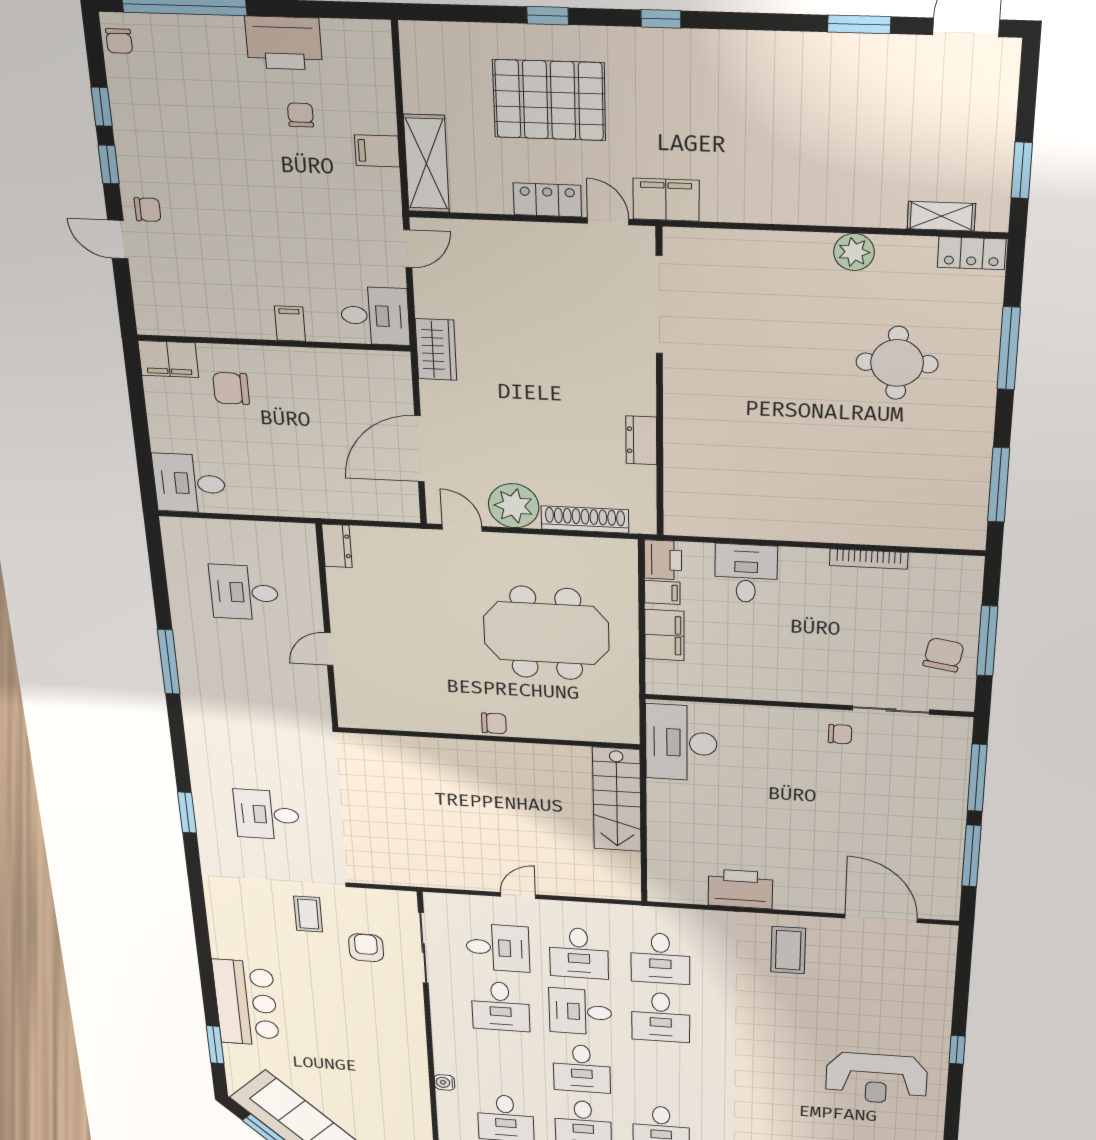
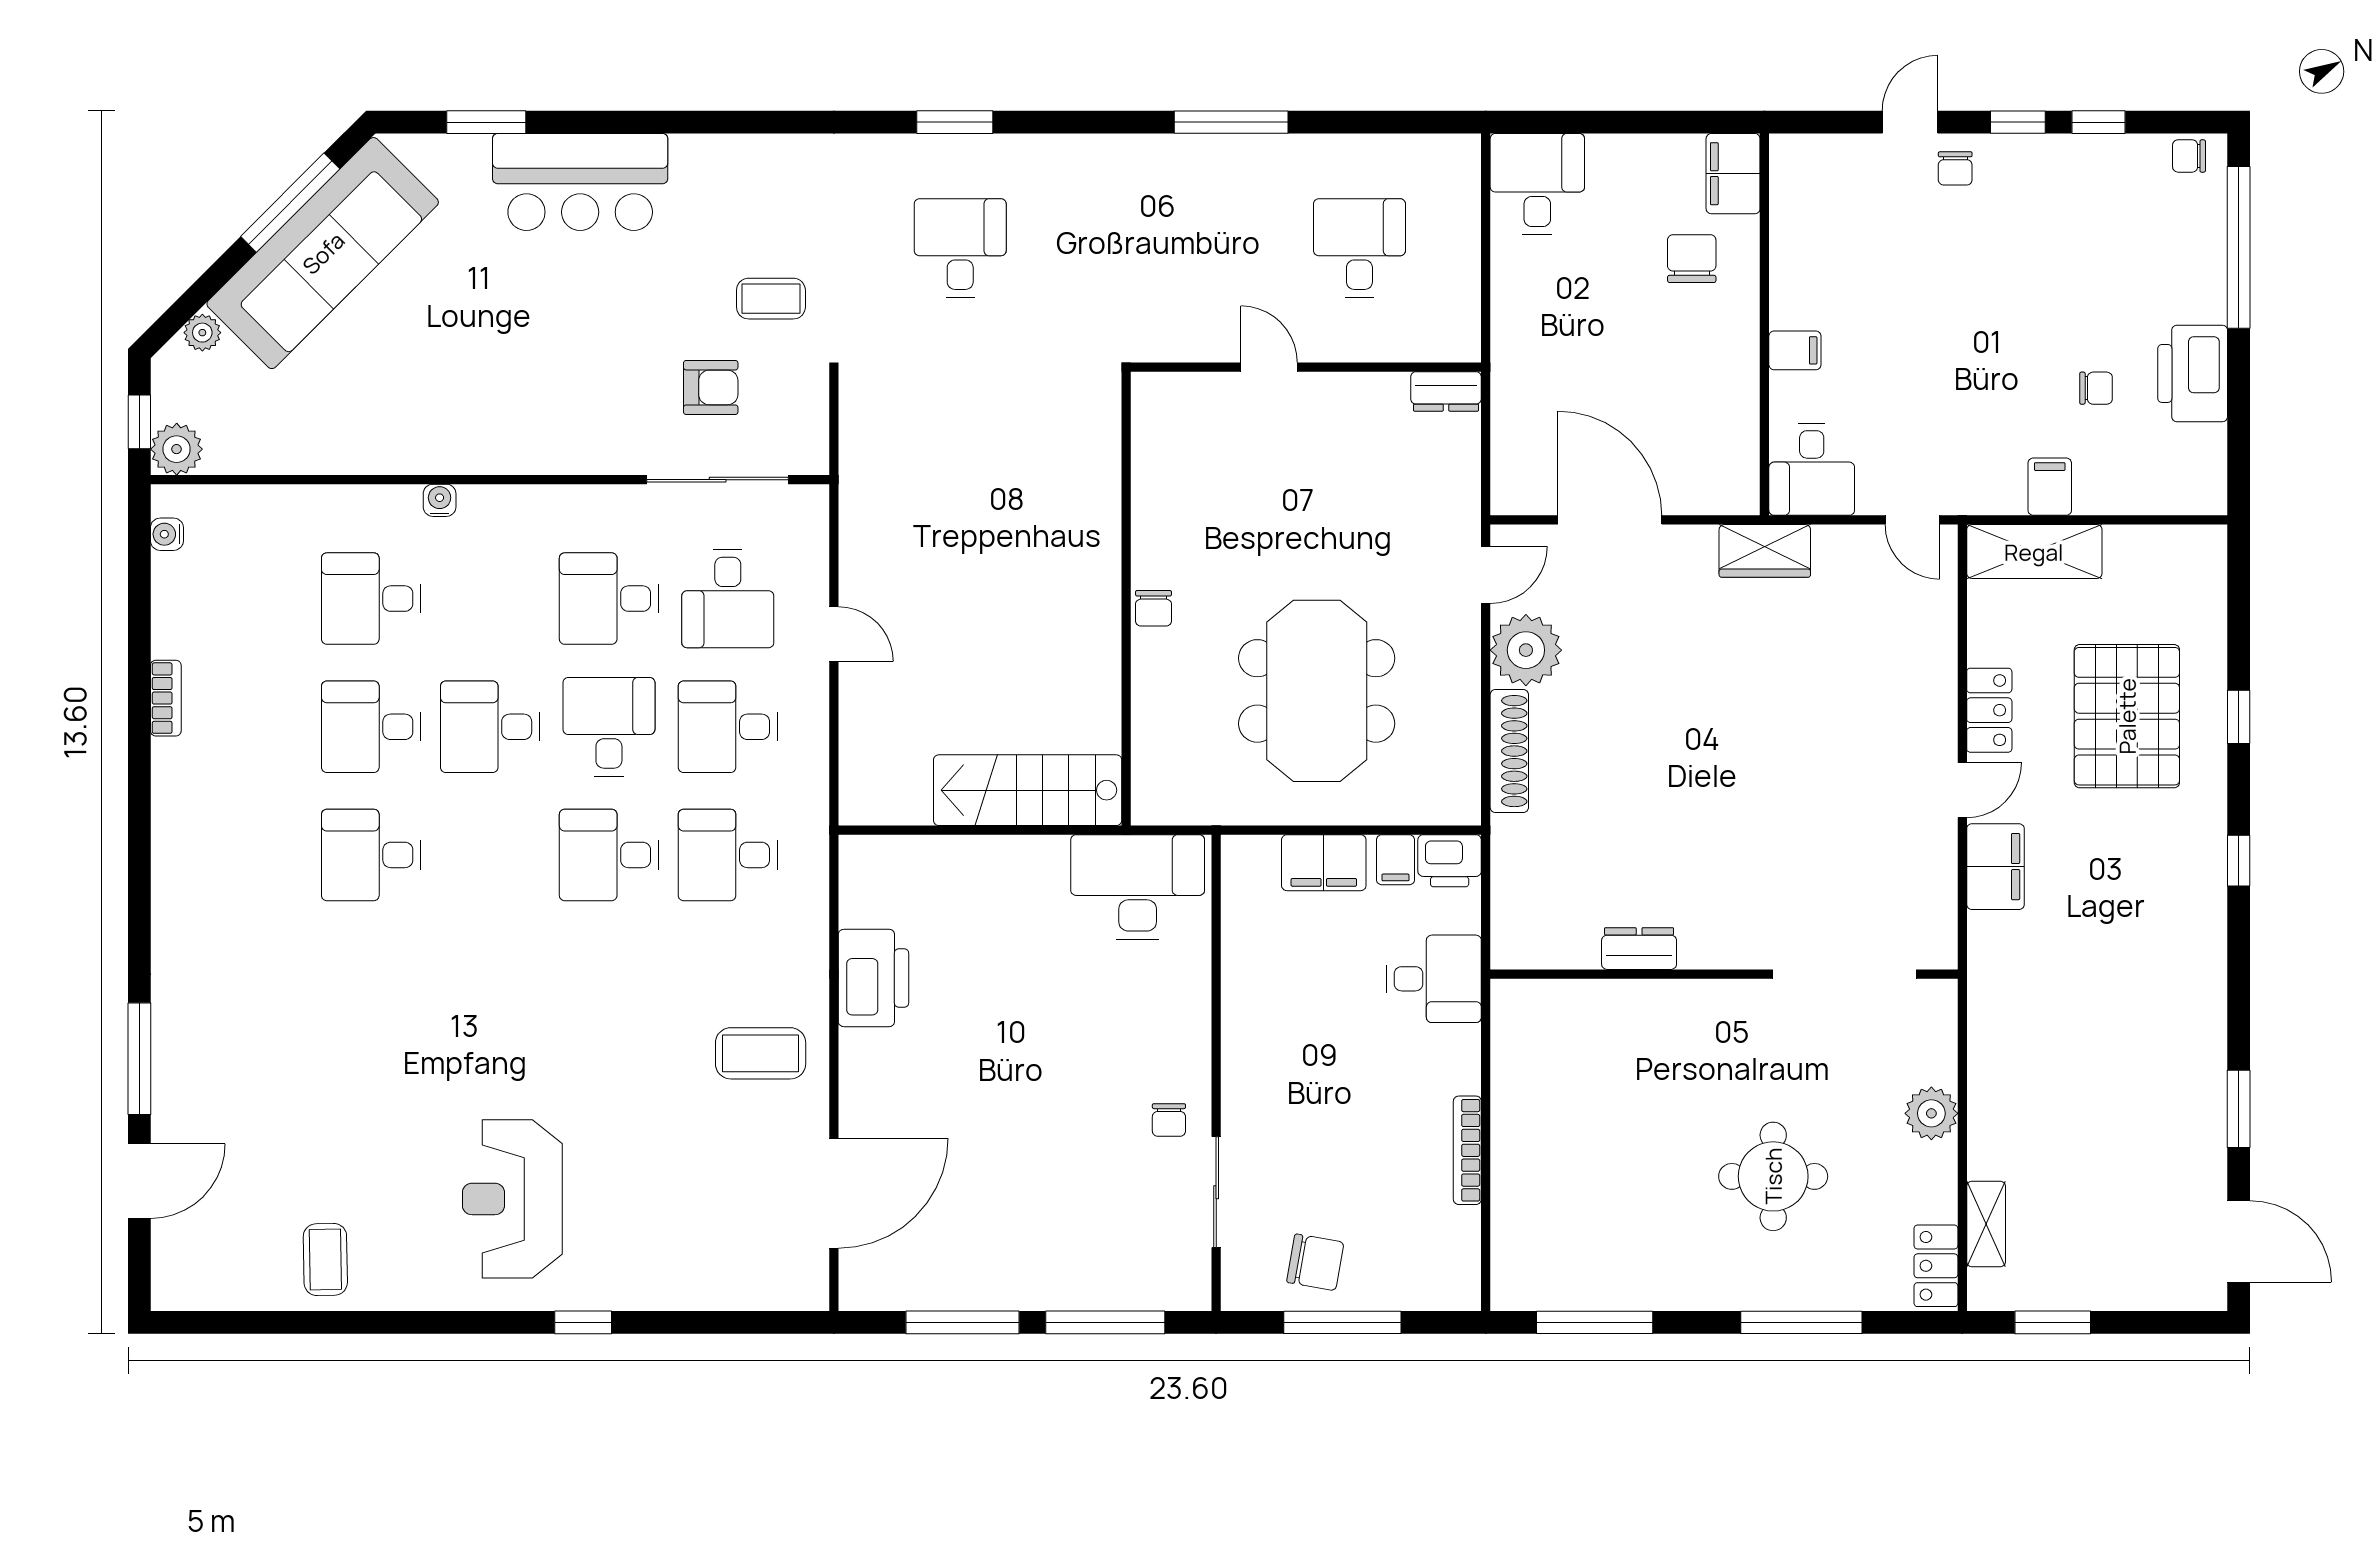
doorway: (659, 305) -> (1845, 974), moved
wall: (660, 386) -> (1724, 974), moved
dresser: (641, 440) -> (1639, 949), moved

